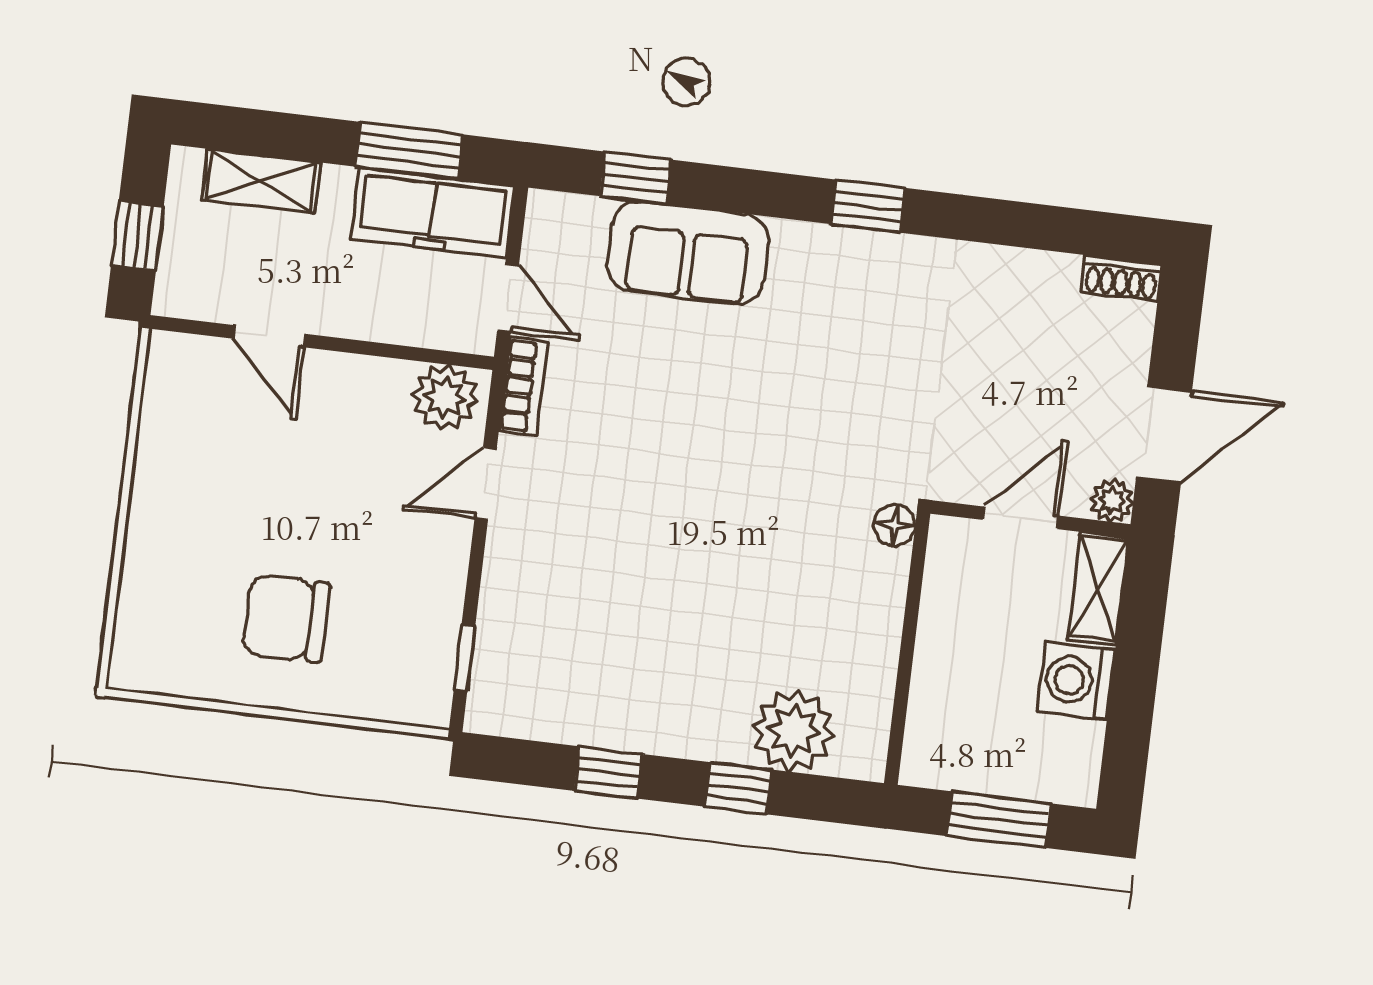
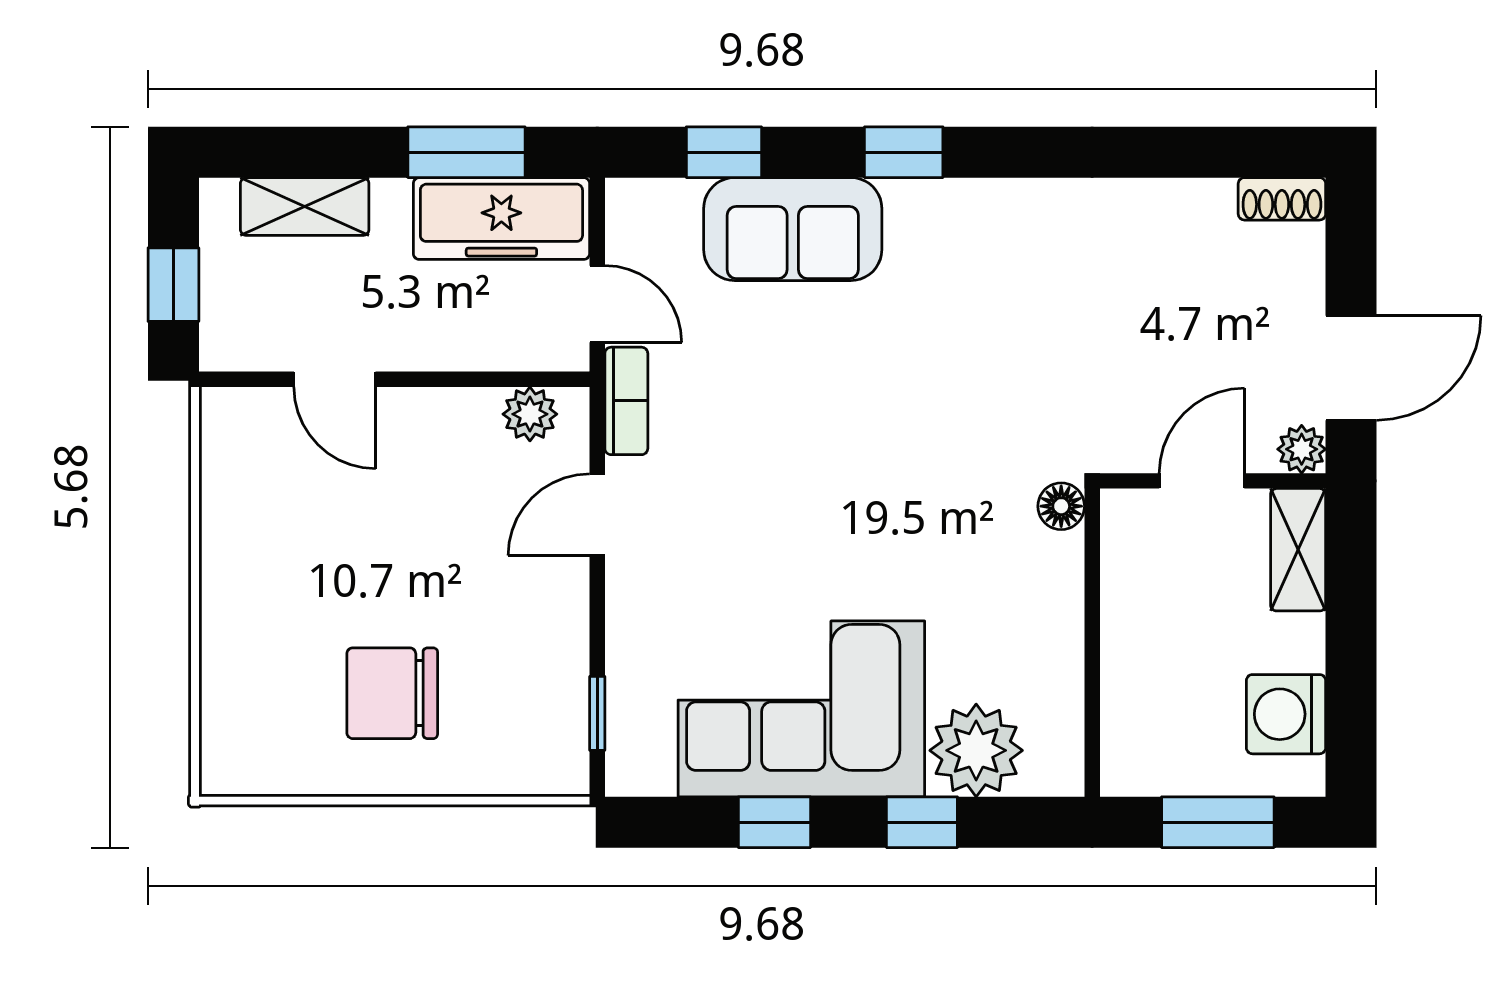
window: (868, 206) -> (904, 152), moved
plant: (445, 398) -> (530, 414), width x0.73, depth x0.73
corner sofa: (644, 676) -> (801, 709), added
washing machine: (1076, 680) -> (1286, 714), moved

